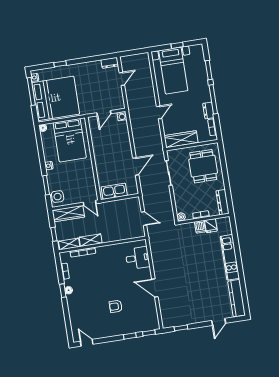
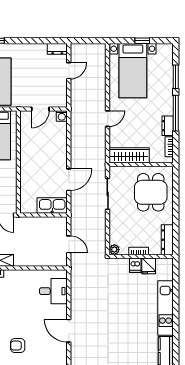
kitchen sink: (114, 191) -> (52, 206), moved

